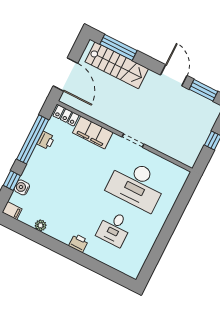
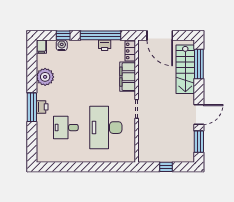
door: (65, 75) -> (160, 35), hinge flipped
plant: (41, 225) -> (45, 77), width x1.88, depth x1.88
window: (73, 255) -> (32, 107), added

